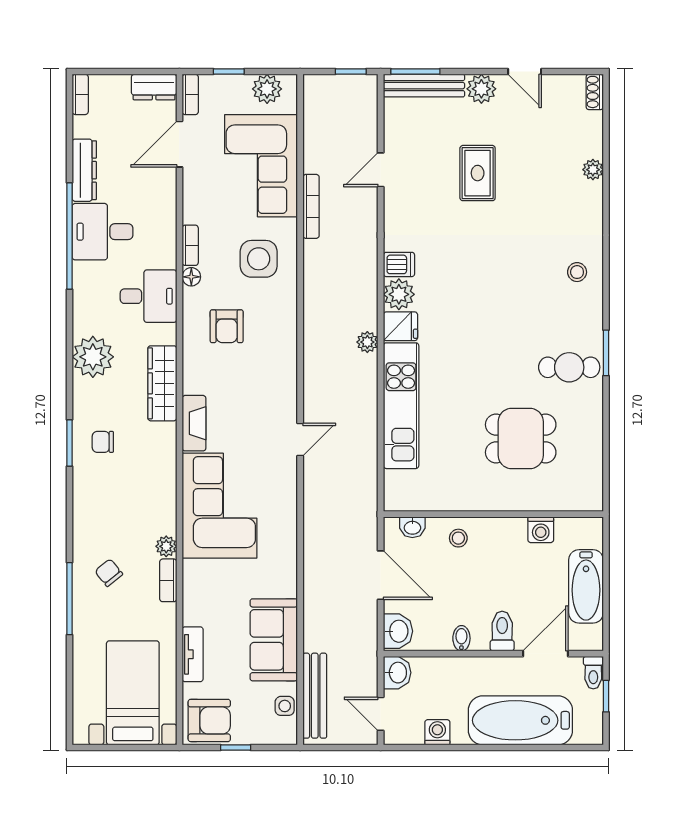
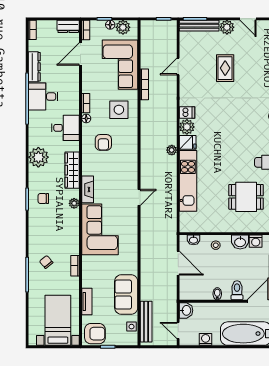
floor lamp: (241, 84) -> (110, 25), added
plant: (166, 546) -> (74, 203), moved
washbasin: (398, 631) -> (240, 242), moved, turned 90

